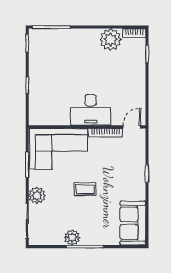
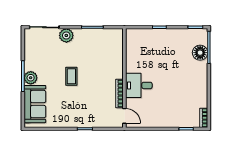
floor lamp: (57, 37) -> (200, 53), added
plant: (111, 39) -> (198, 98), removed
desk: (91, 110) -> (139, 85), width x0.73
corner sofa: (59, 149) -> (106, 54), removed
sofa: (133, 223) -> (35, 104), moved, turned 90
plant: (72, 237) -> (31, 78), moved

